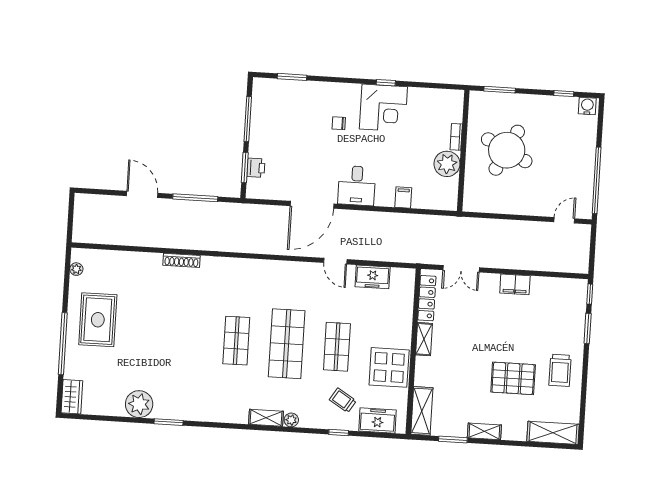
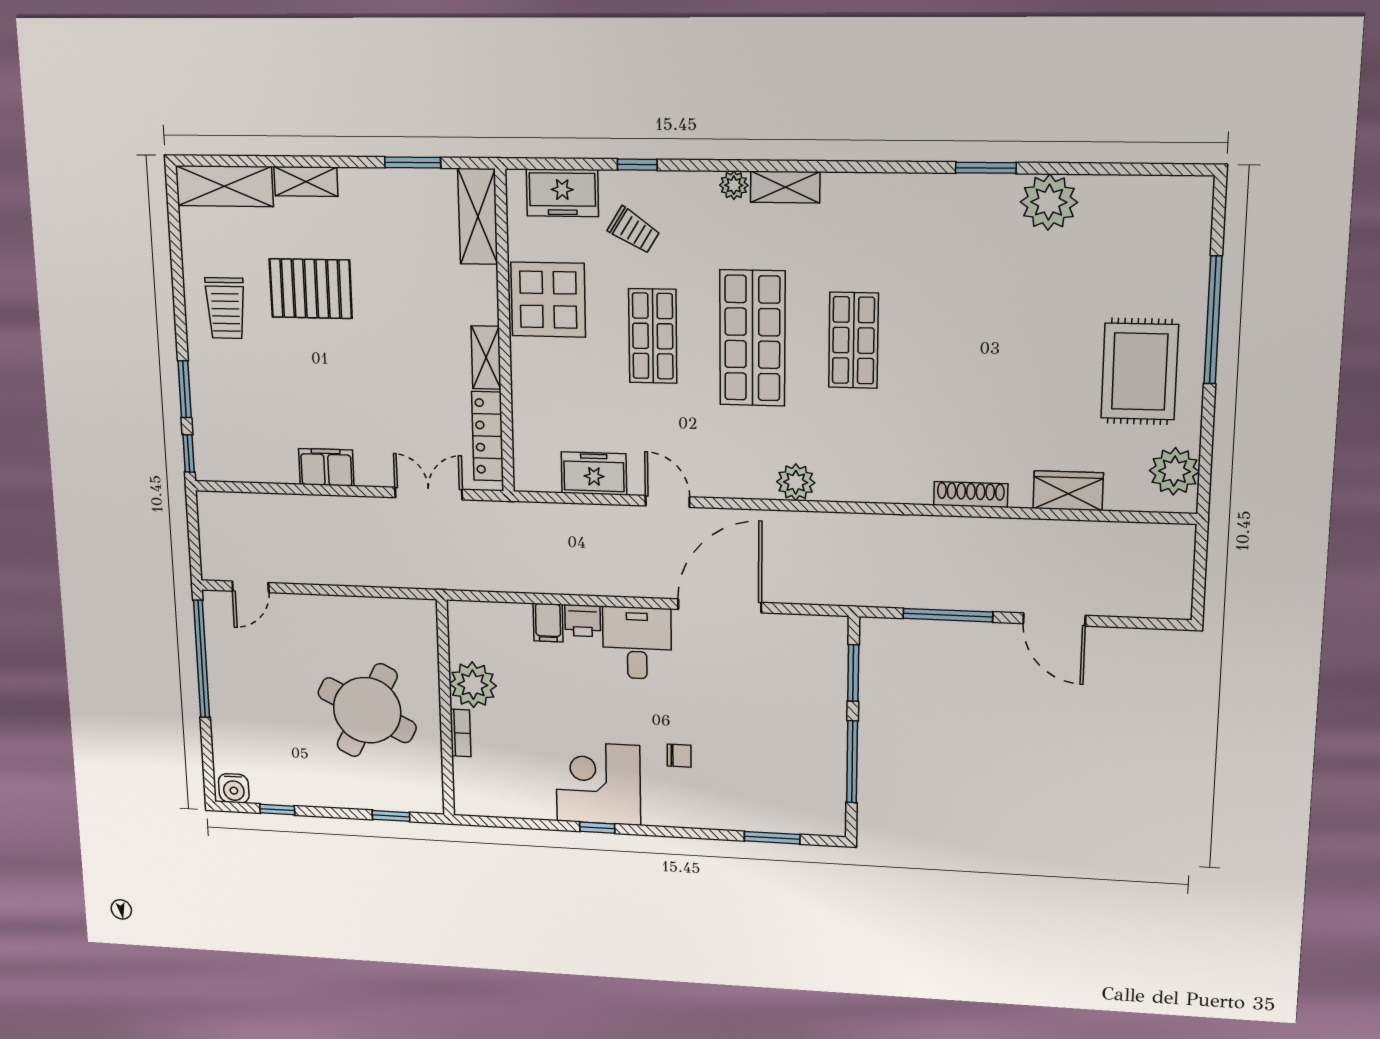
window: (500, 90) -> (391, 816), width x0.67
printer: (256, 168) -> (583, 621), moved, turned -90
plant: (76, 269) -> (1174, 471), width x1.87, depth x1.87
plant: (269, 269) -> (796, 482), added
trolley: (560, 370) -> (226, 308), turned 180
wardrobe: (72, 397) -> (1068, 491), moved, turned 90
shelving: (484, 431) -> (306, 181), moved

